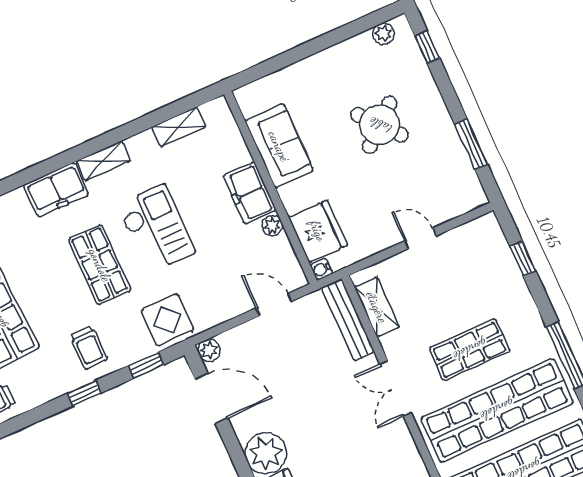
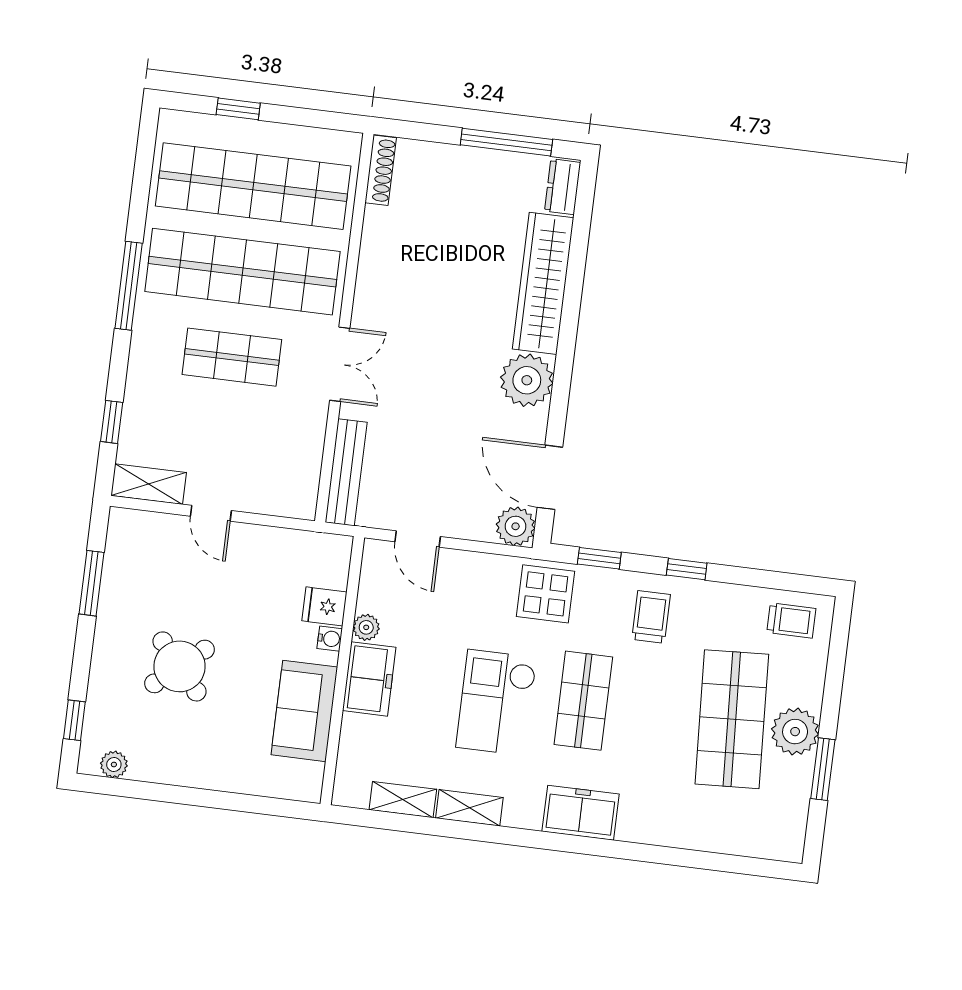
shelving: (103, 161) -> (469, 808), moved
fridge: (318, 231) -> (324, 606), width x0.53, depth x0.75
water cooler: (321, 269) -> (330, 639), moved
shelving: (377, 307) -> (149, 484), moved, turned 90
plant: (209, 350) -> (516, 526), width x1.38, depth x1.38

